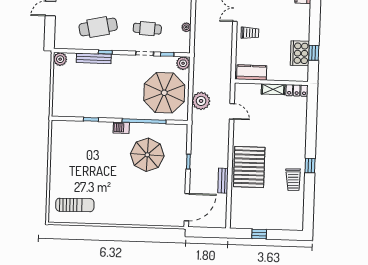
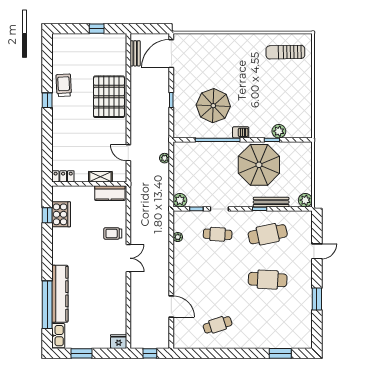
shelving: (273, 89) -> (100, 177), moved
parasol: (164, 93) -> (259, 165), moved
plant: (201, 101) -> (165, 158), width x0.53, depth x0.53
plant: (84, 128) -> (279, 131), added
bench: (223, 181) -> (135, 53), moved

